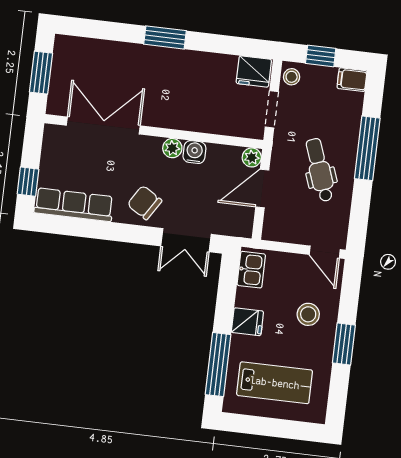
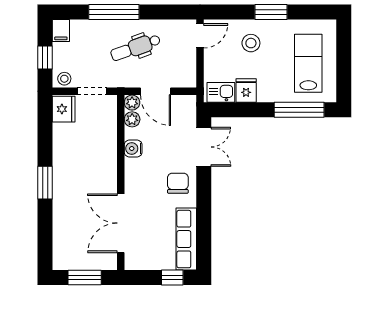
plant: (172, 148) -> (132, 119), moved
chair: (145, 203) -> (178, 183), turned 148
fridge: (247, 322) -> (246, 90), moved

